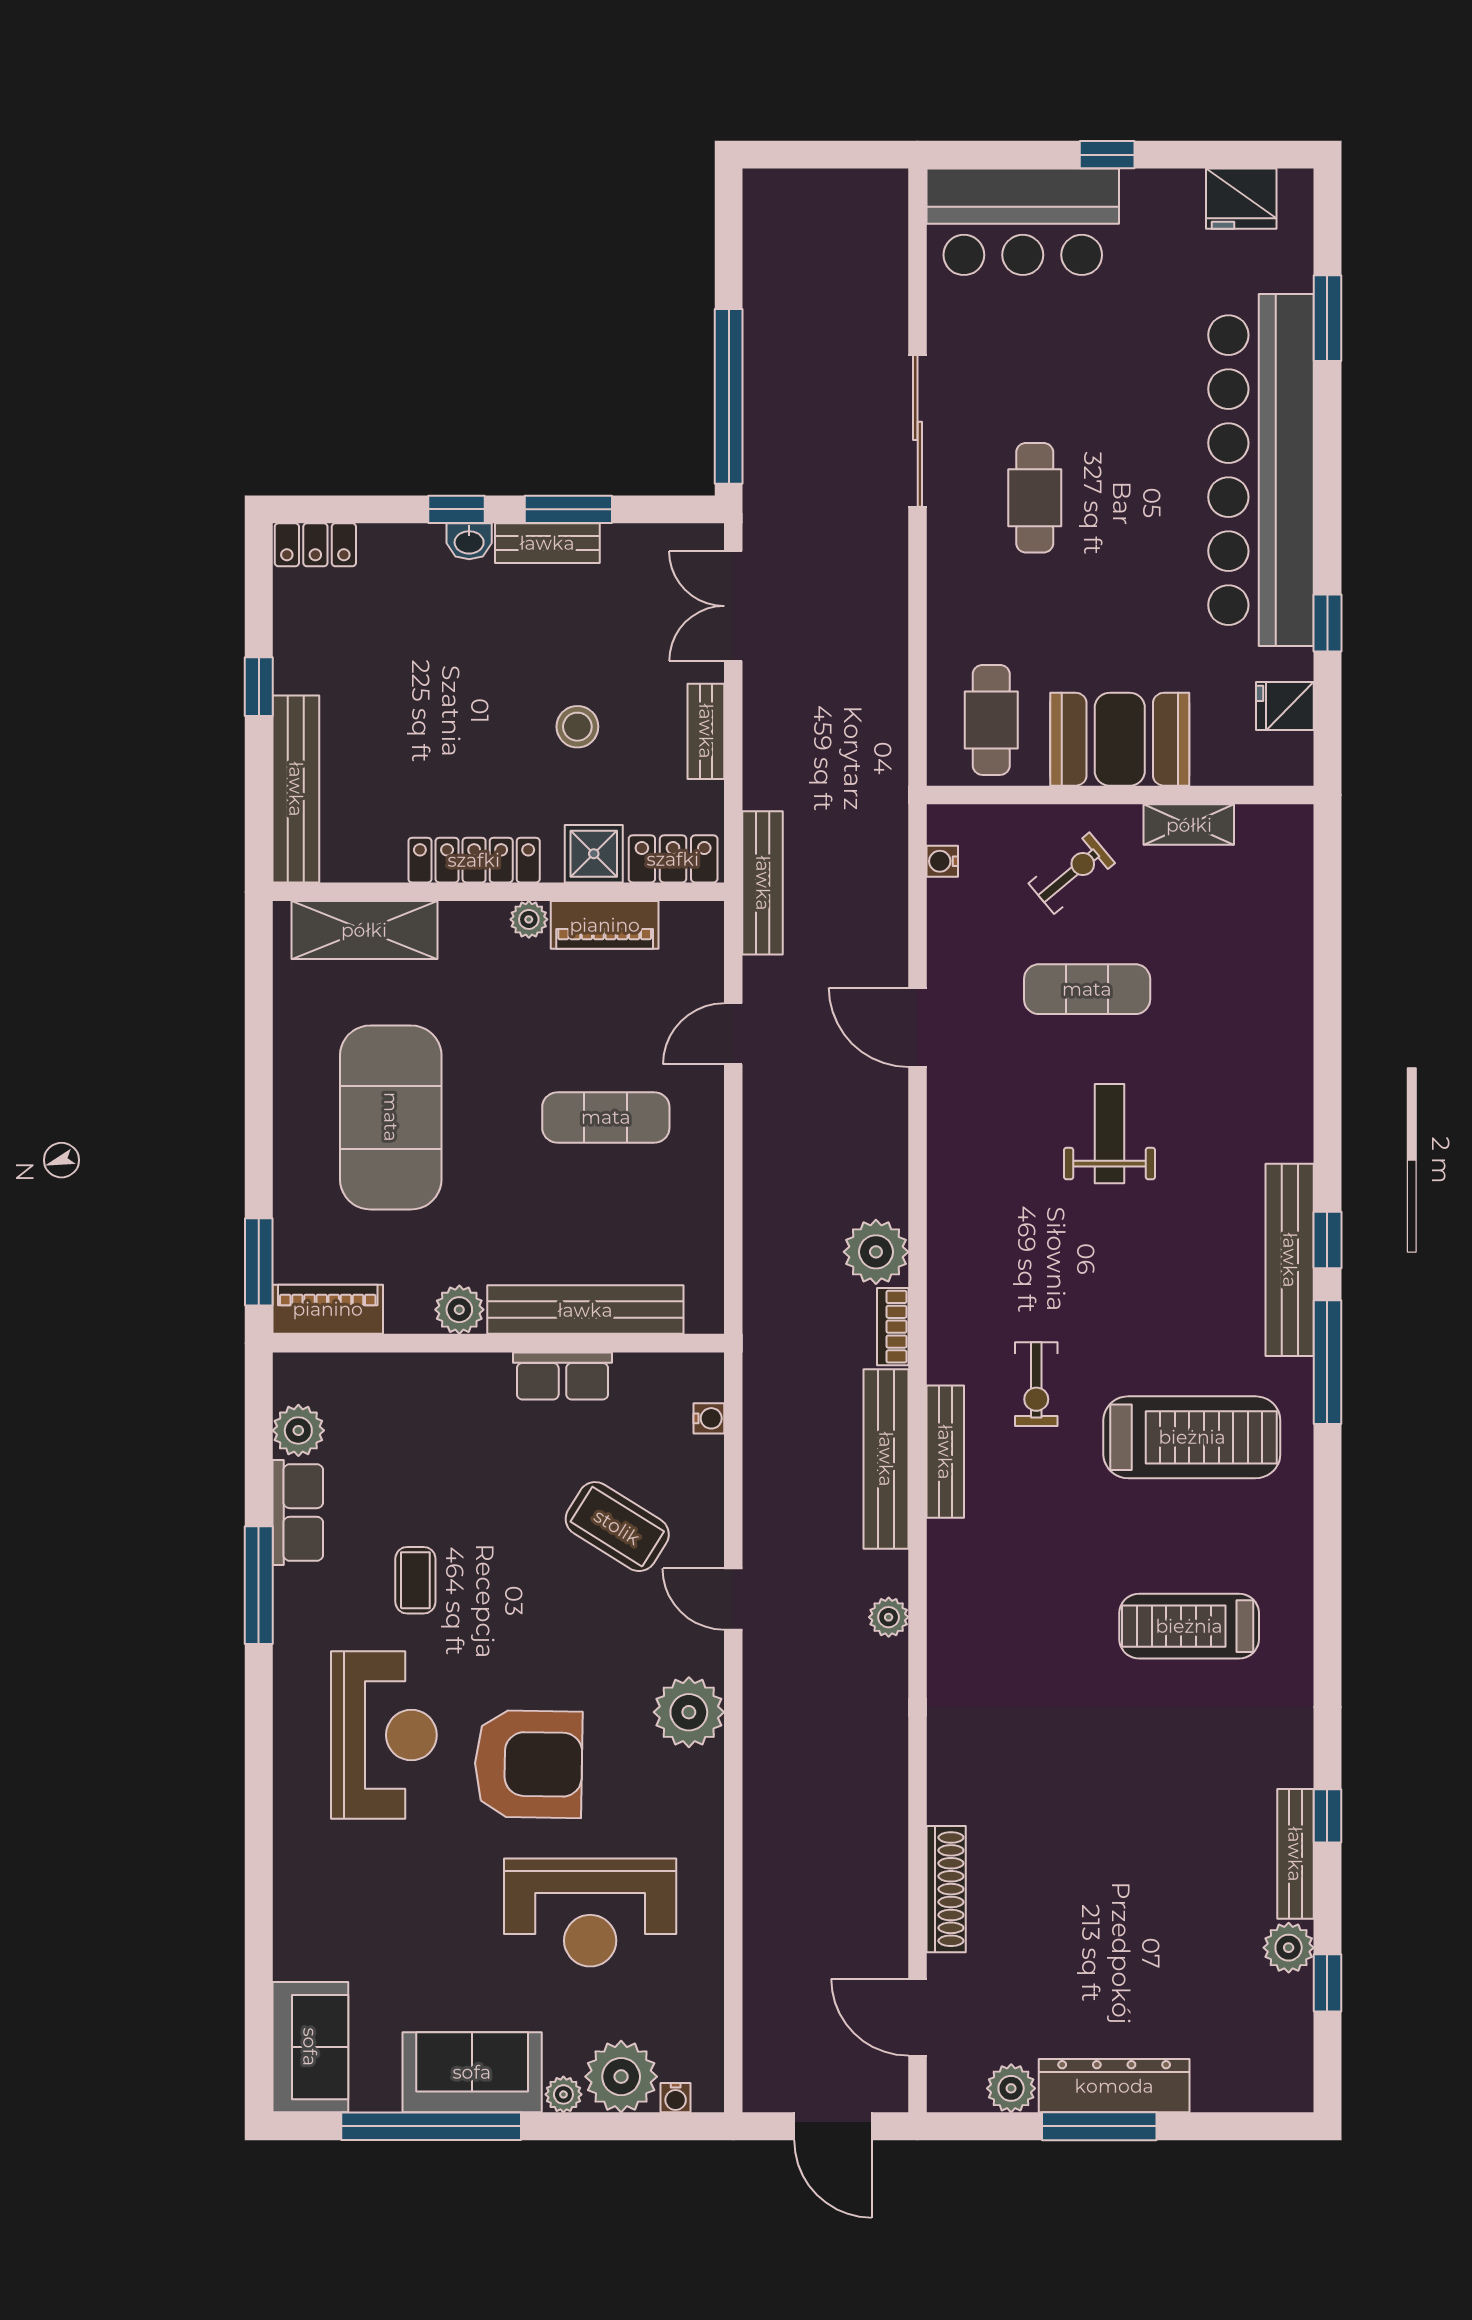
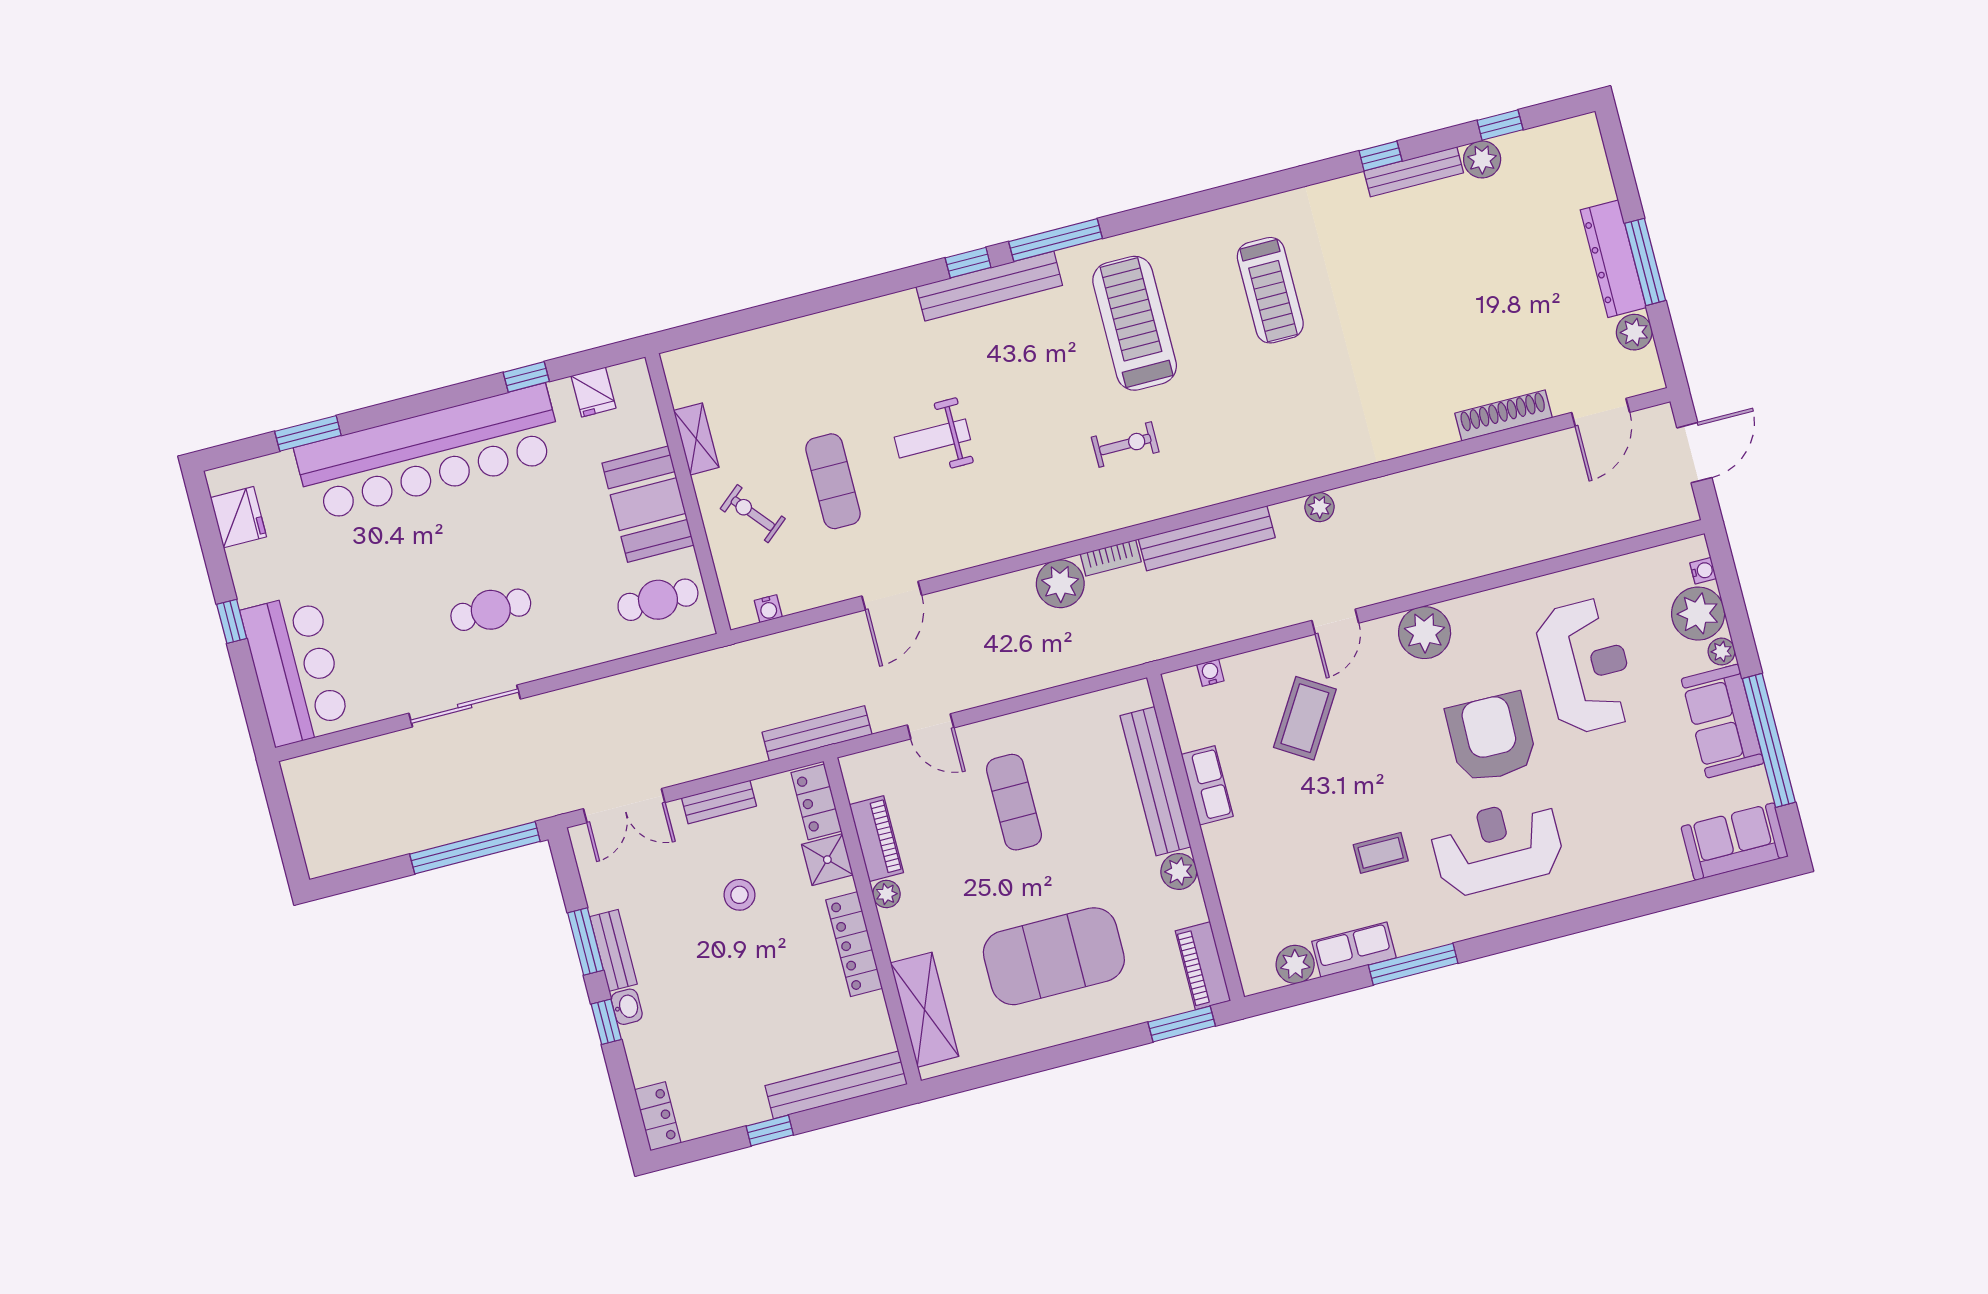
bench: (945, 1452) -> (1190, 497), removed

